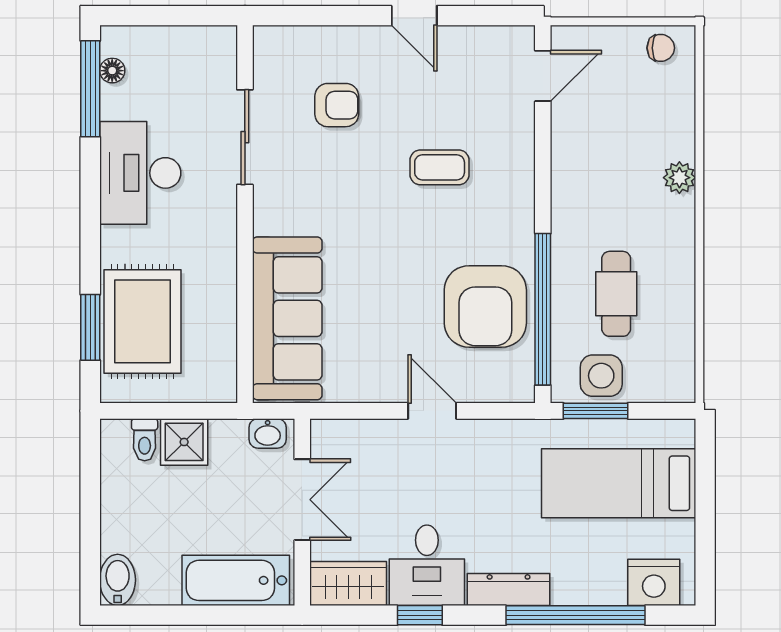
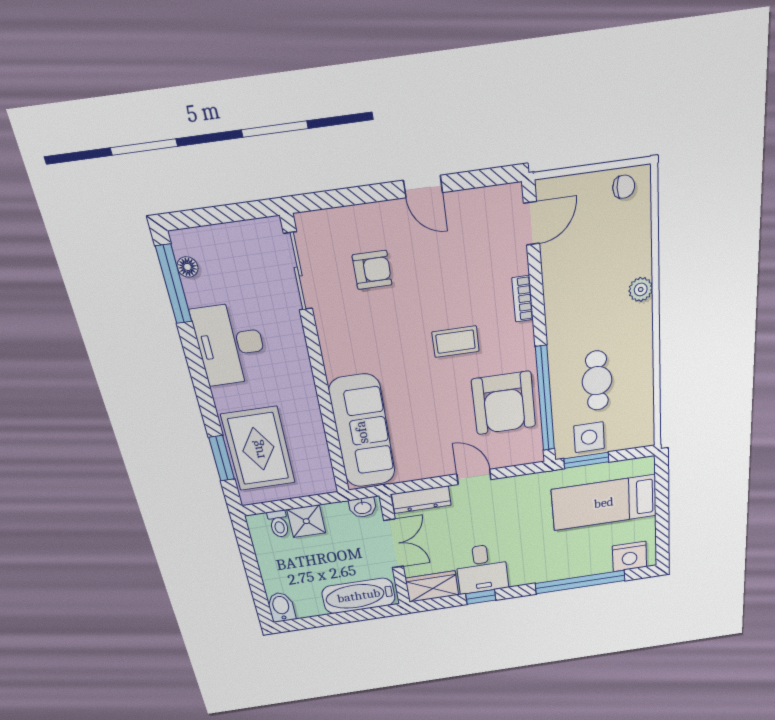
sliding door: (245, 137) -> (298, 272), moved
coffee table: (440, 167) -> (456, 342), moved
bookcase: (524, 168) -> (523, 299), added
dresser: (509, 590) -> (421, 500), moved, turned 180

